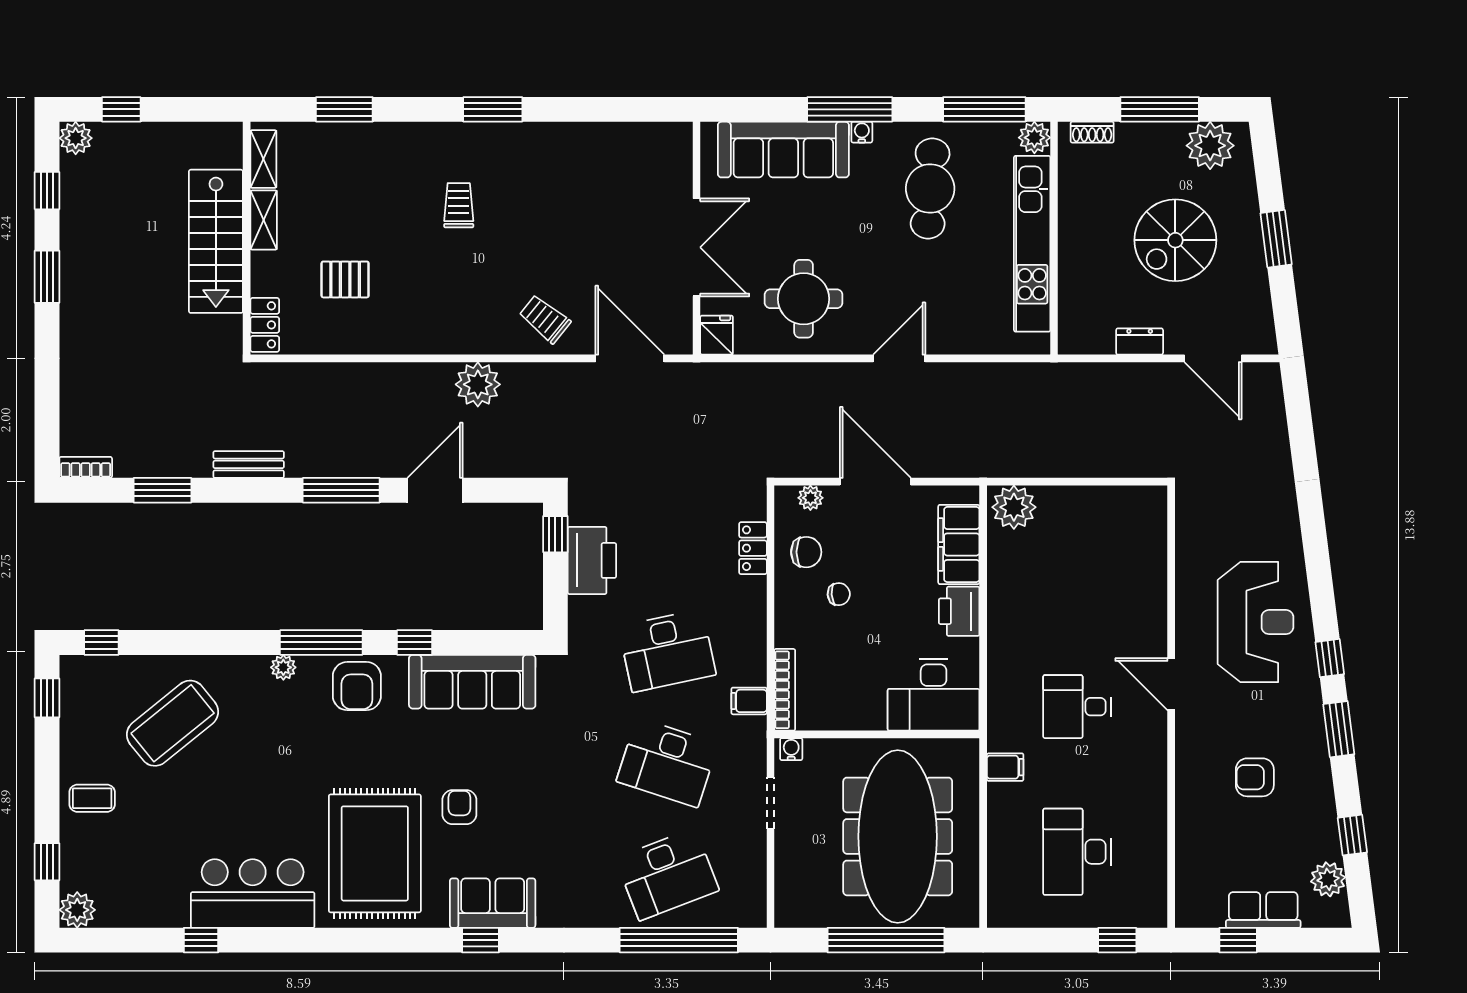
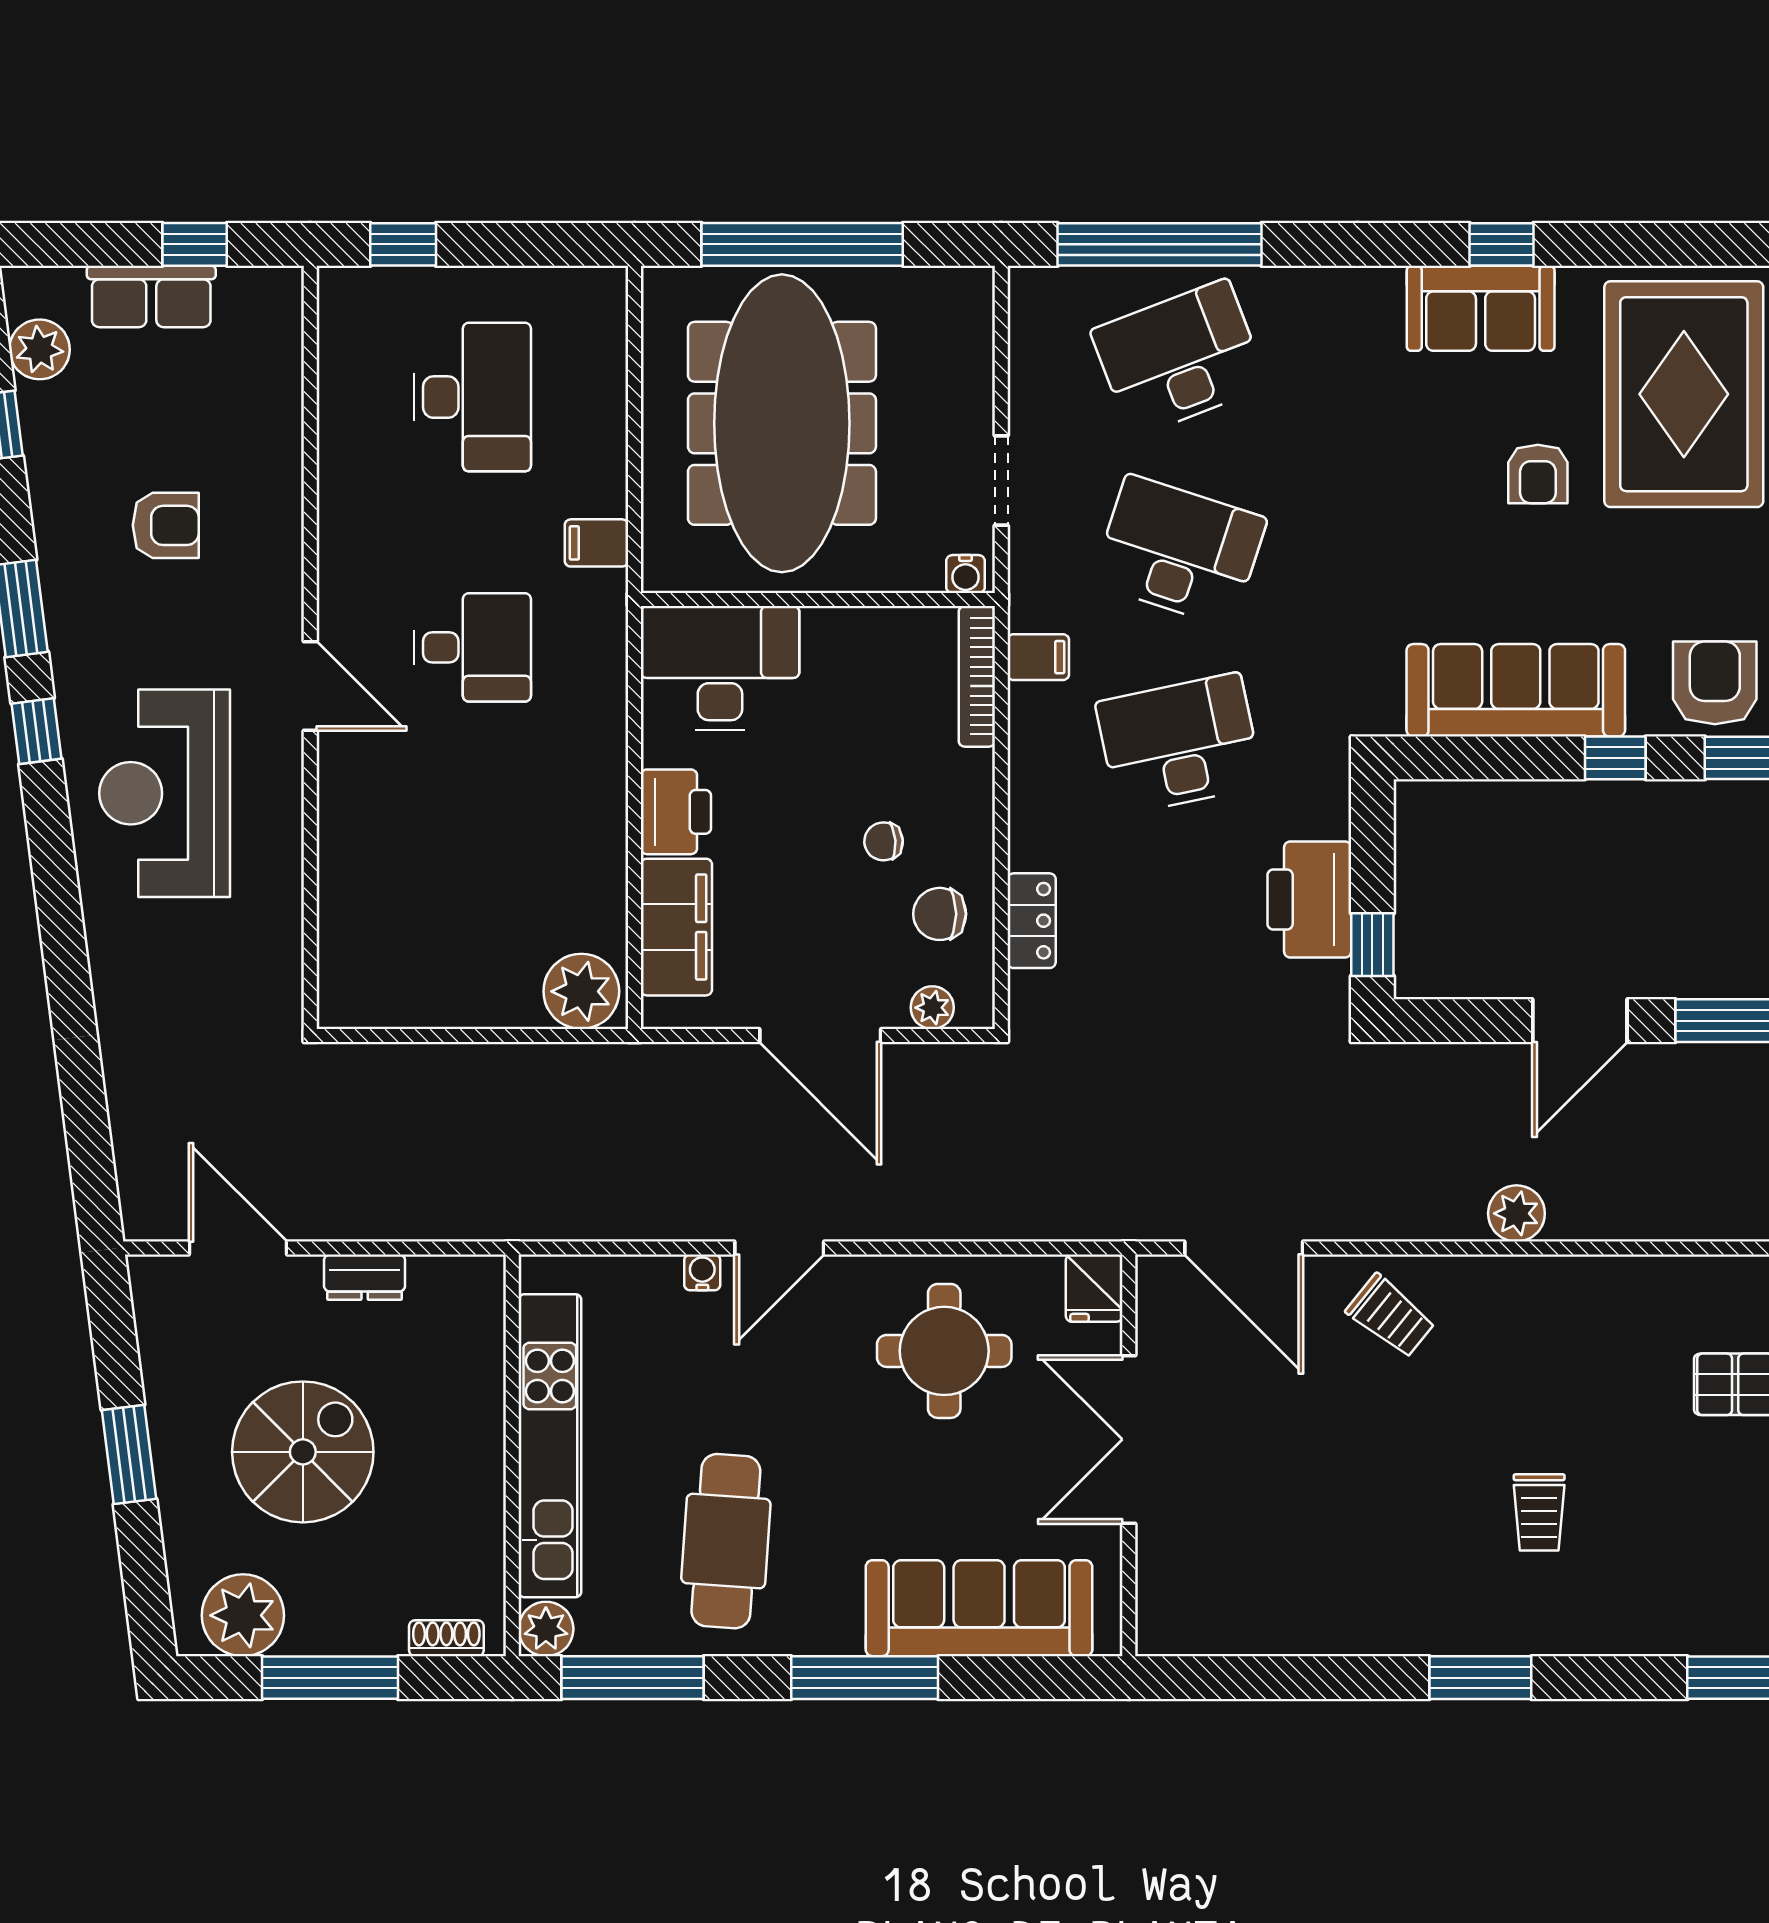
water cooler: (862, 132) -> (702, 1272), moved, turned 180
plant: (478, 384) -> (1516, 1213), width x0.73, depth x0.73

